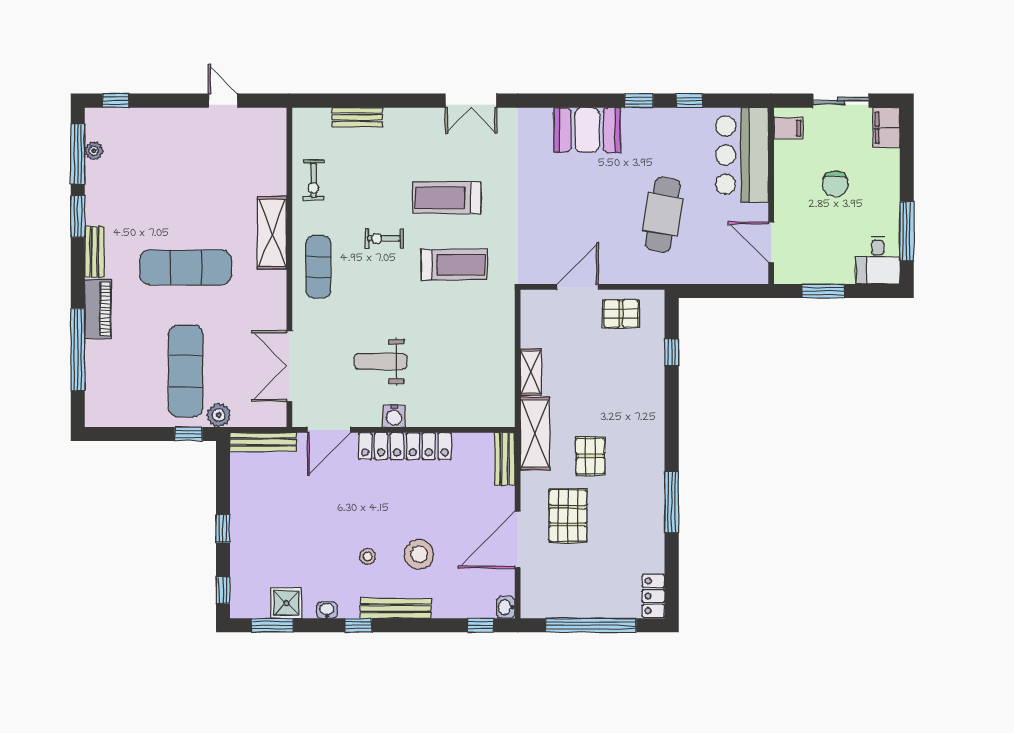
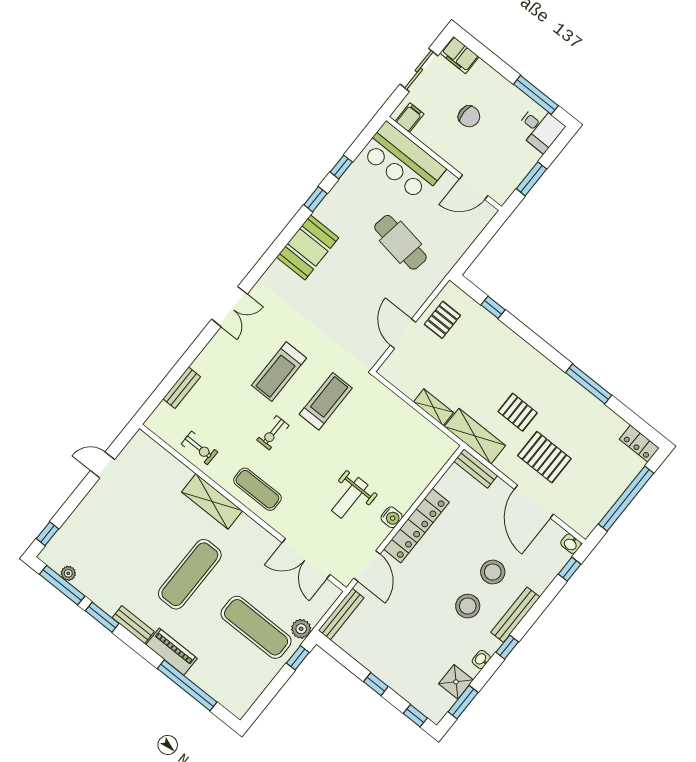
stool: (368, 556) -> (468, 606), width x1.89, depth x1.89

